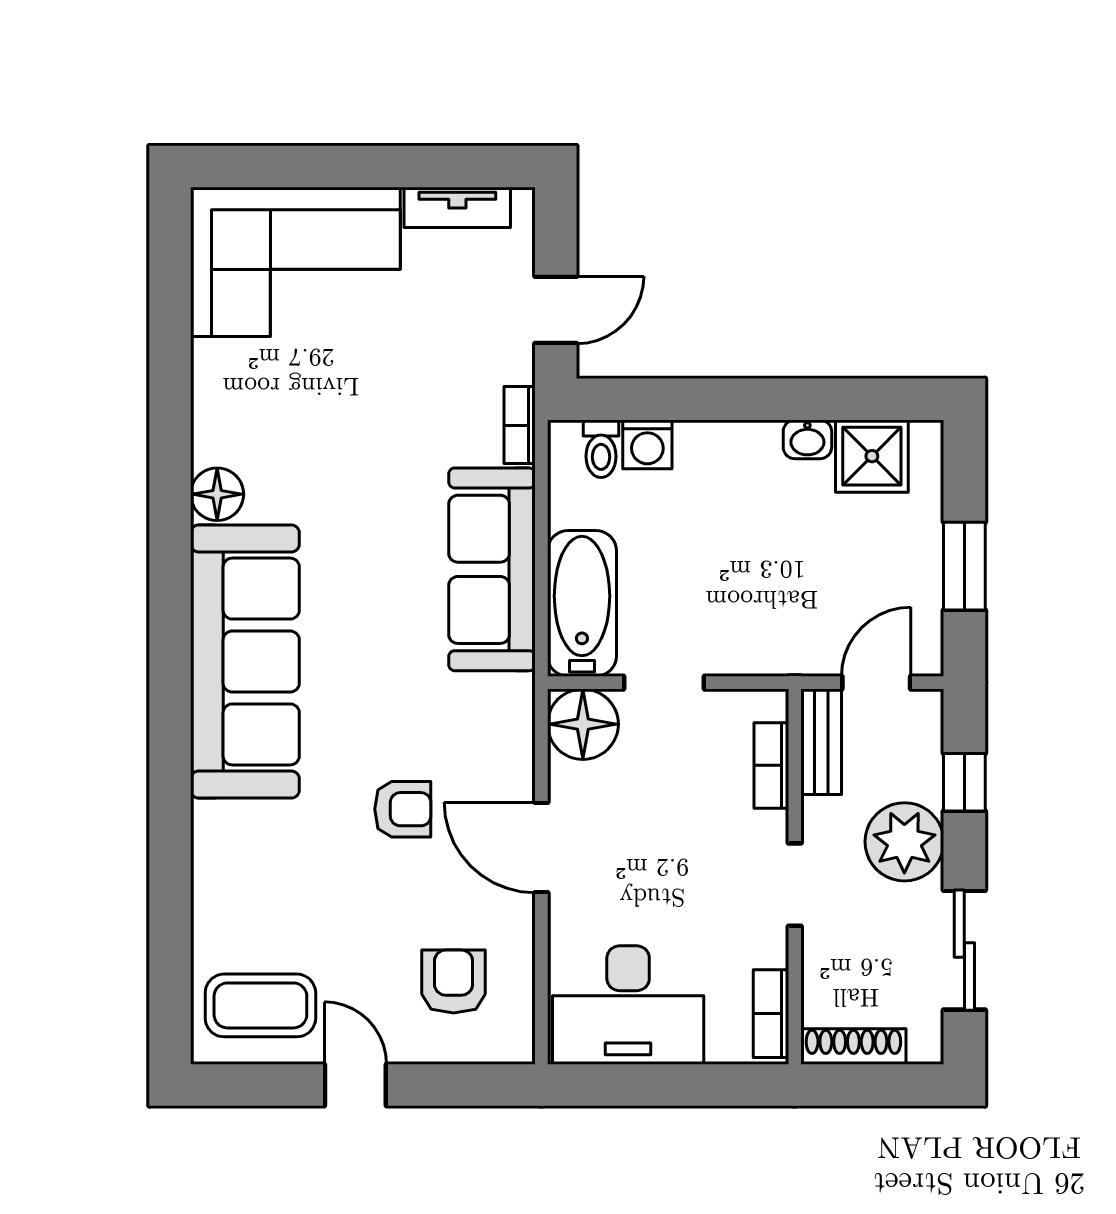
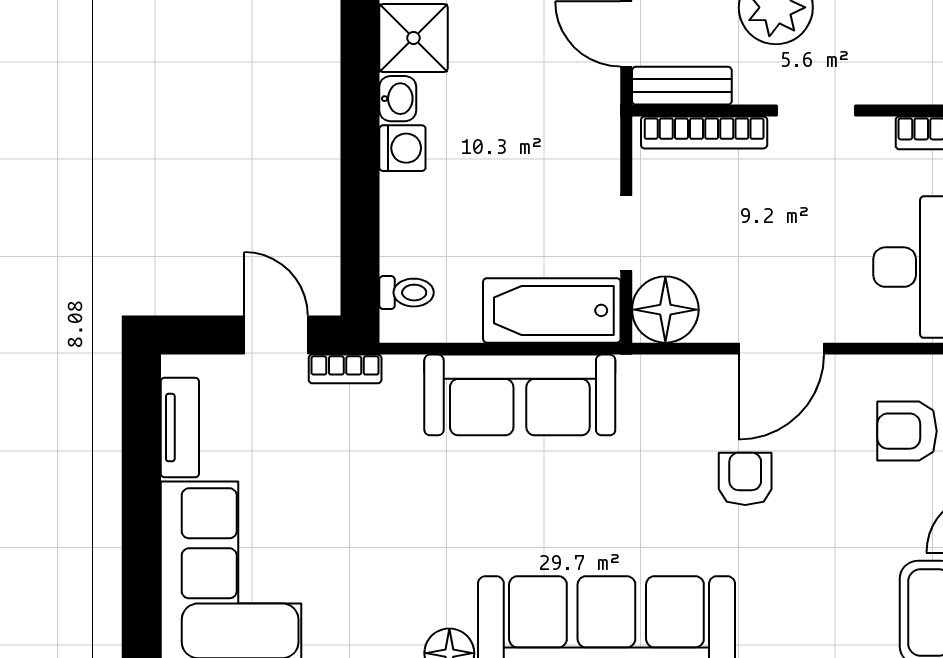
bookcase: (520, 425) -> (345, 369), moved
washing machine: (647, 444) -> (402, 148), moved
bookcase: (771, 765) -> (704, 132), width x1.56

